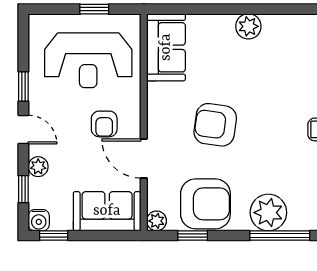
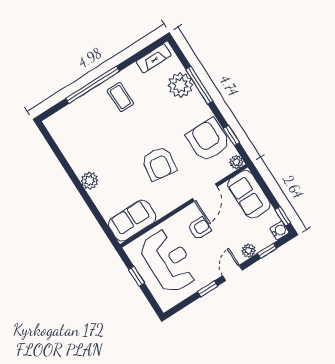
plant: (268, 213) -> (180, 85), moved

